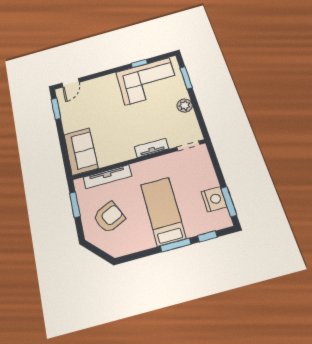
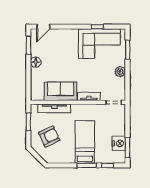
floor lamp: (69, 126) -> (36, 62), added
sofa: (81, 151) -> (60, 91), moved, turned -90

